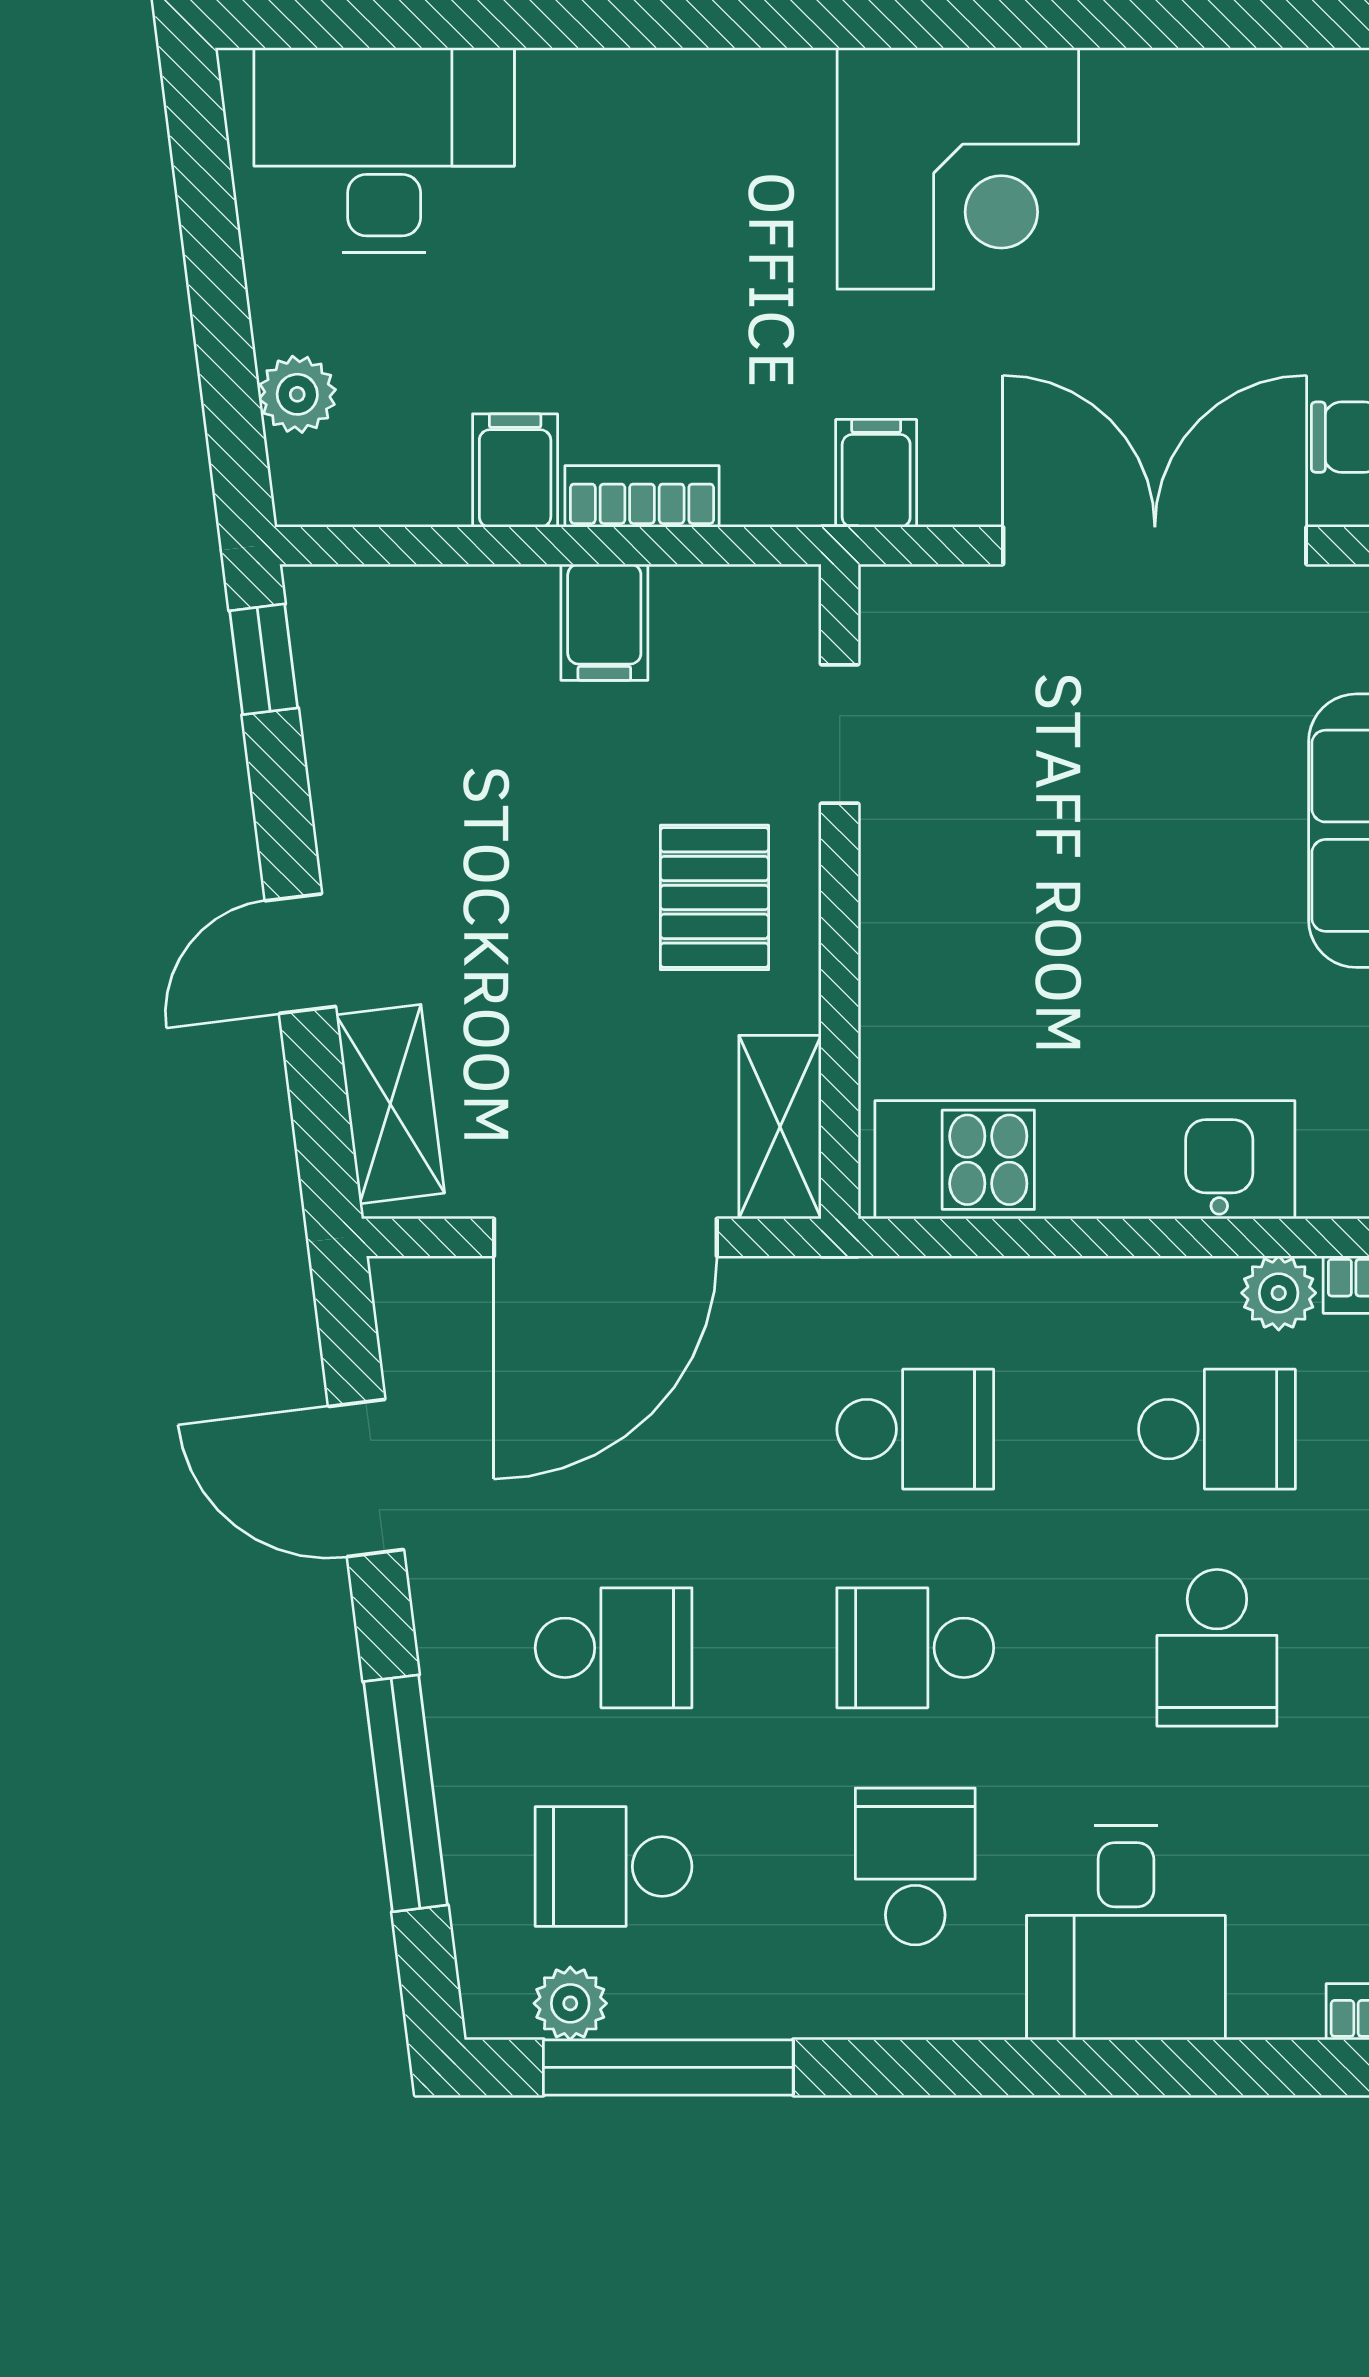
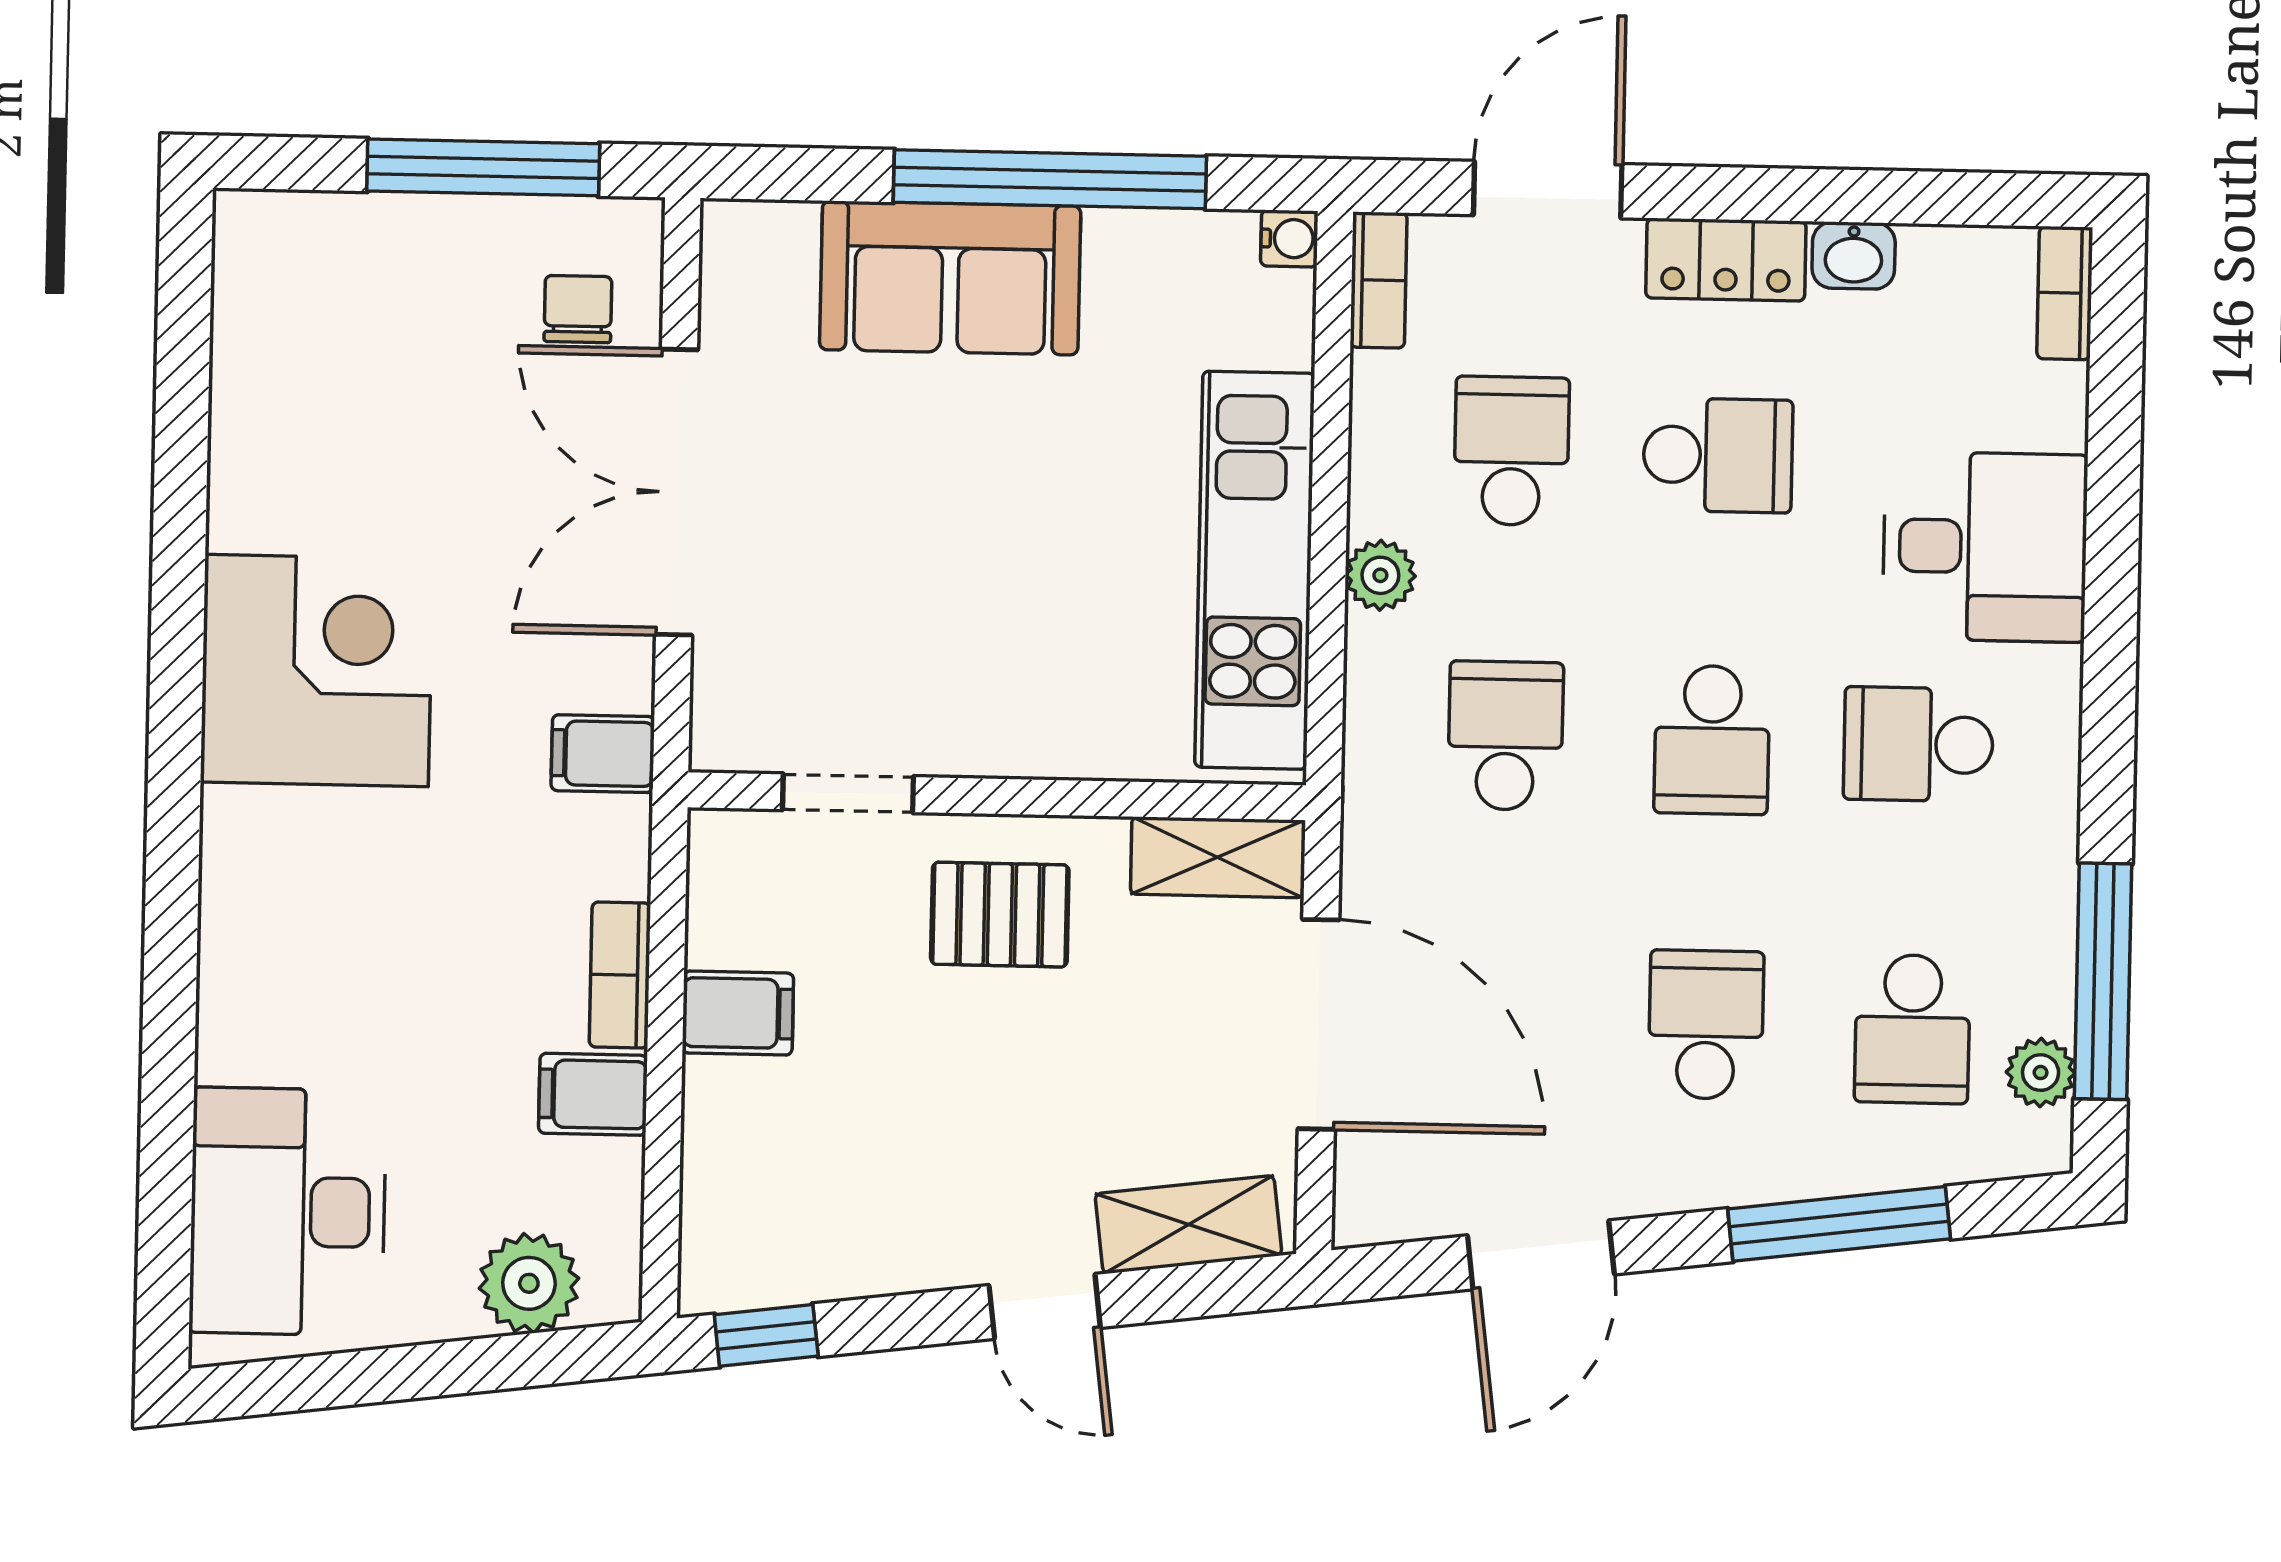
plant: (297, 394) -> (529, 1283), width x1.38, depth x1.38
plant: (1279, 1293) -> (1380, 575), moved

